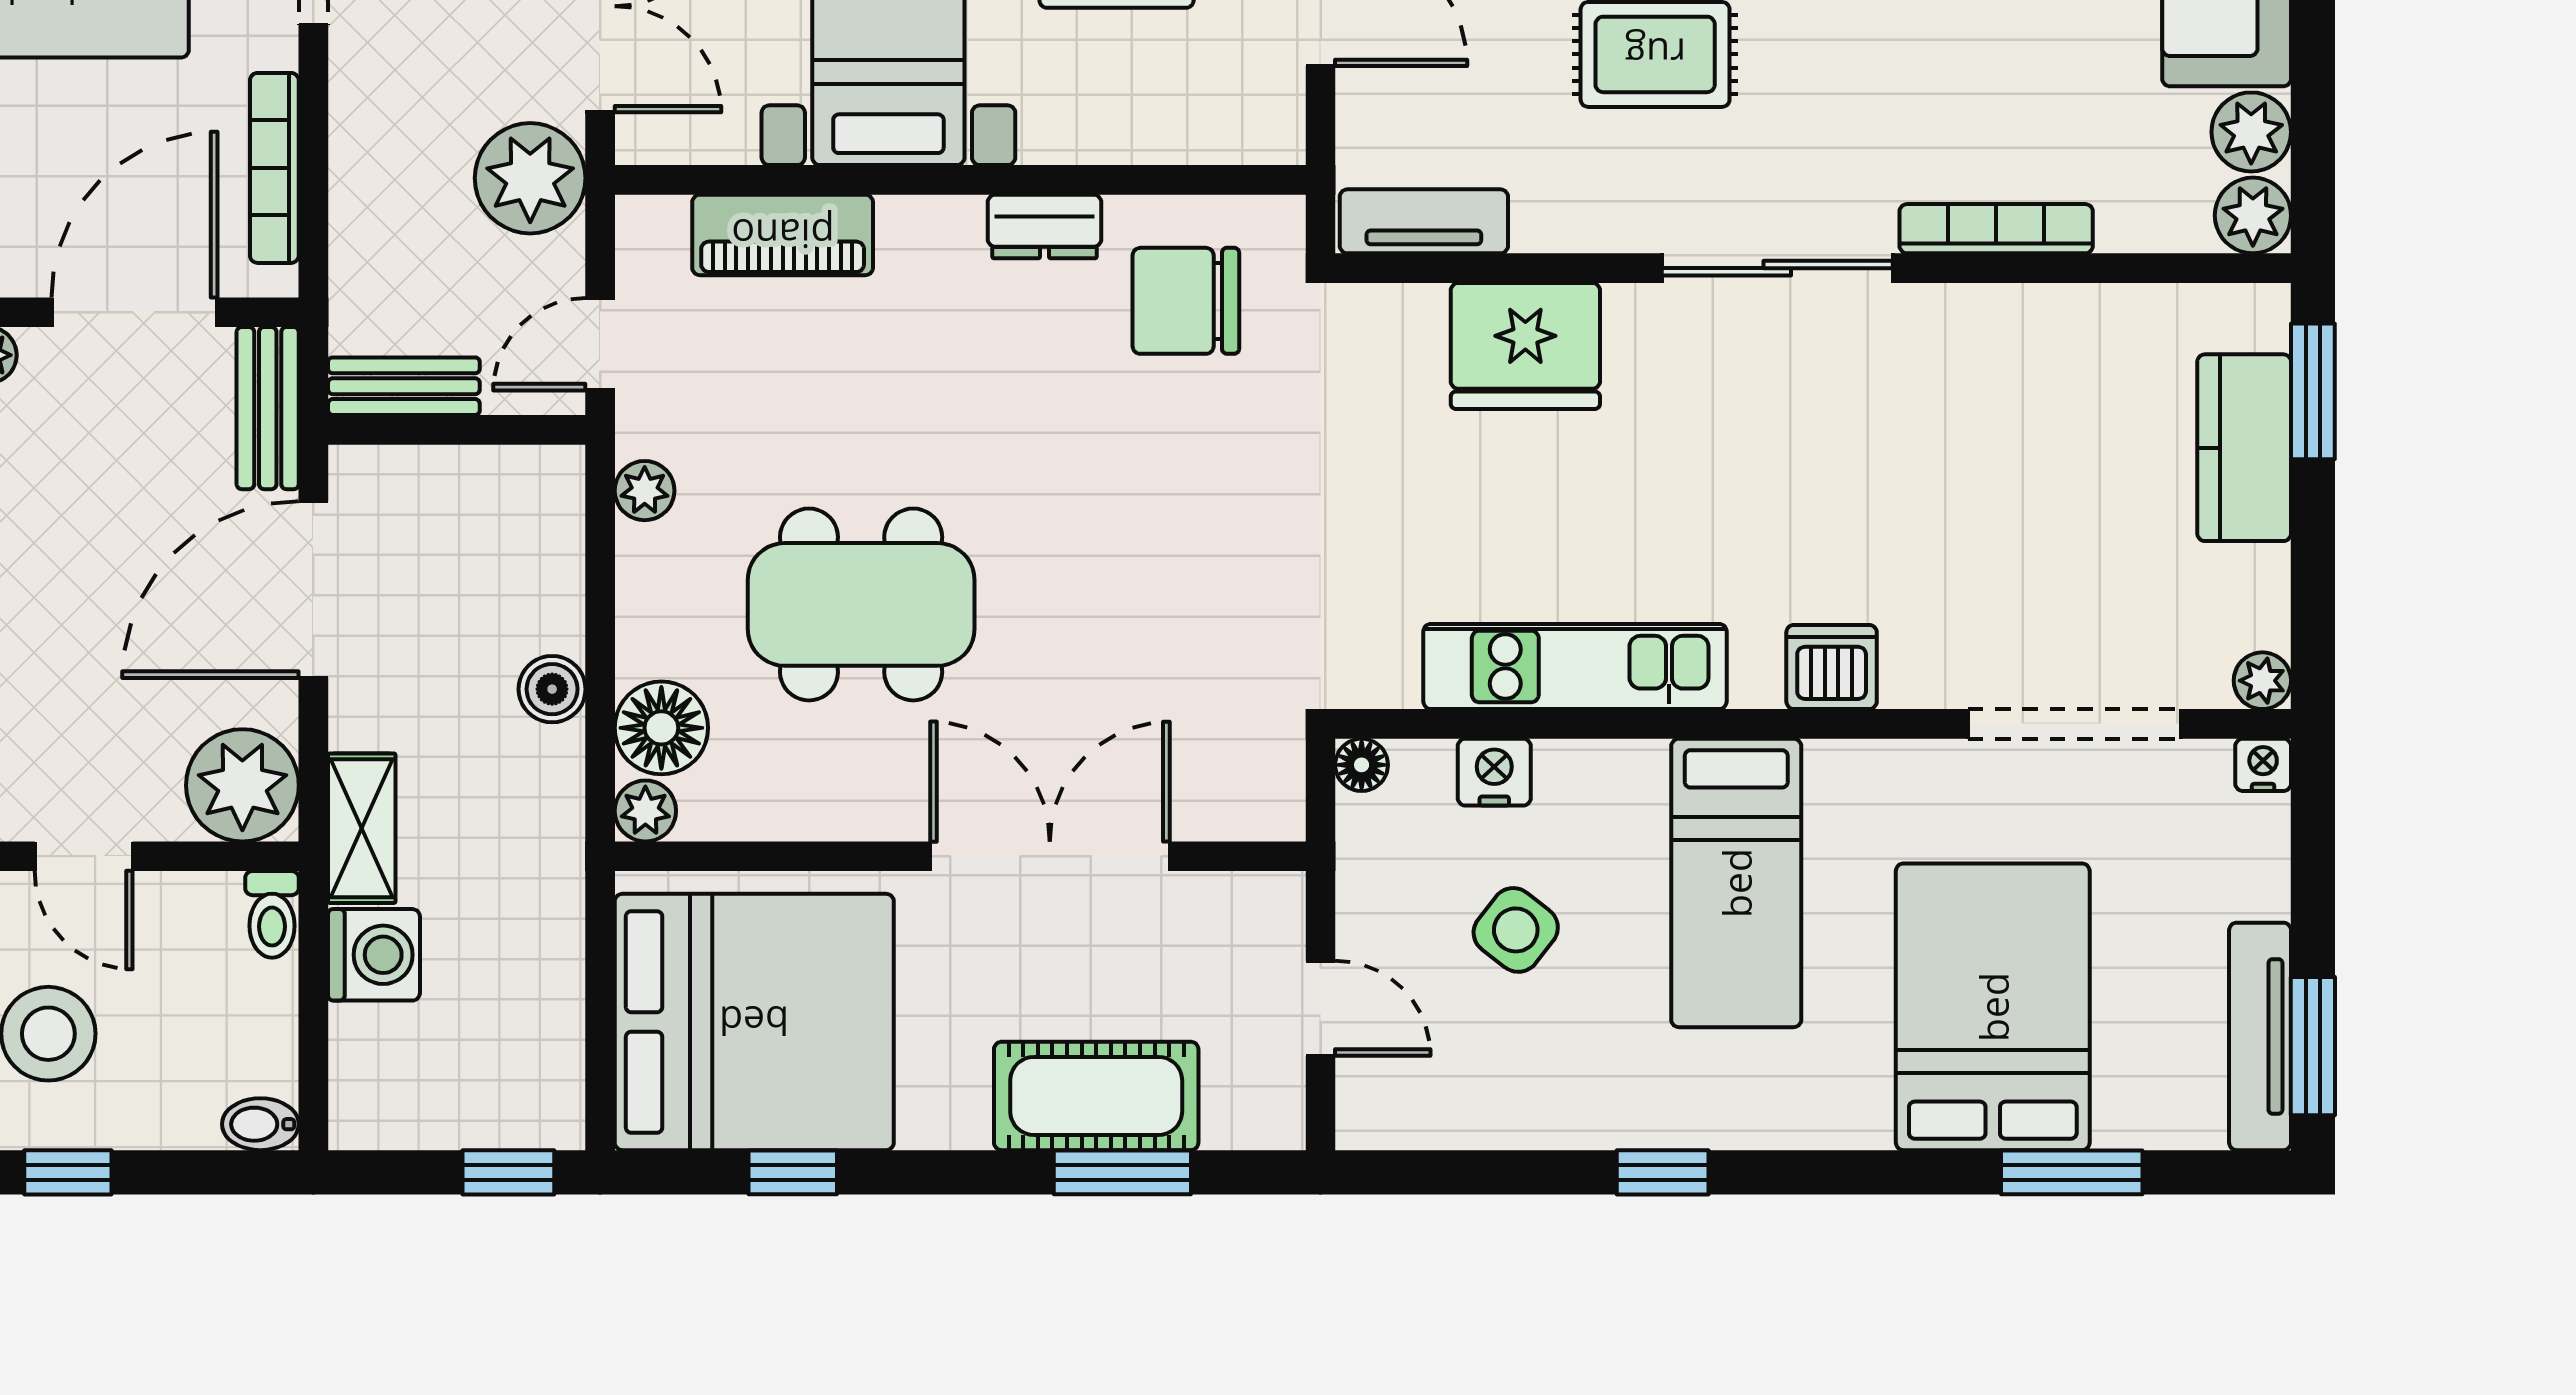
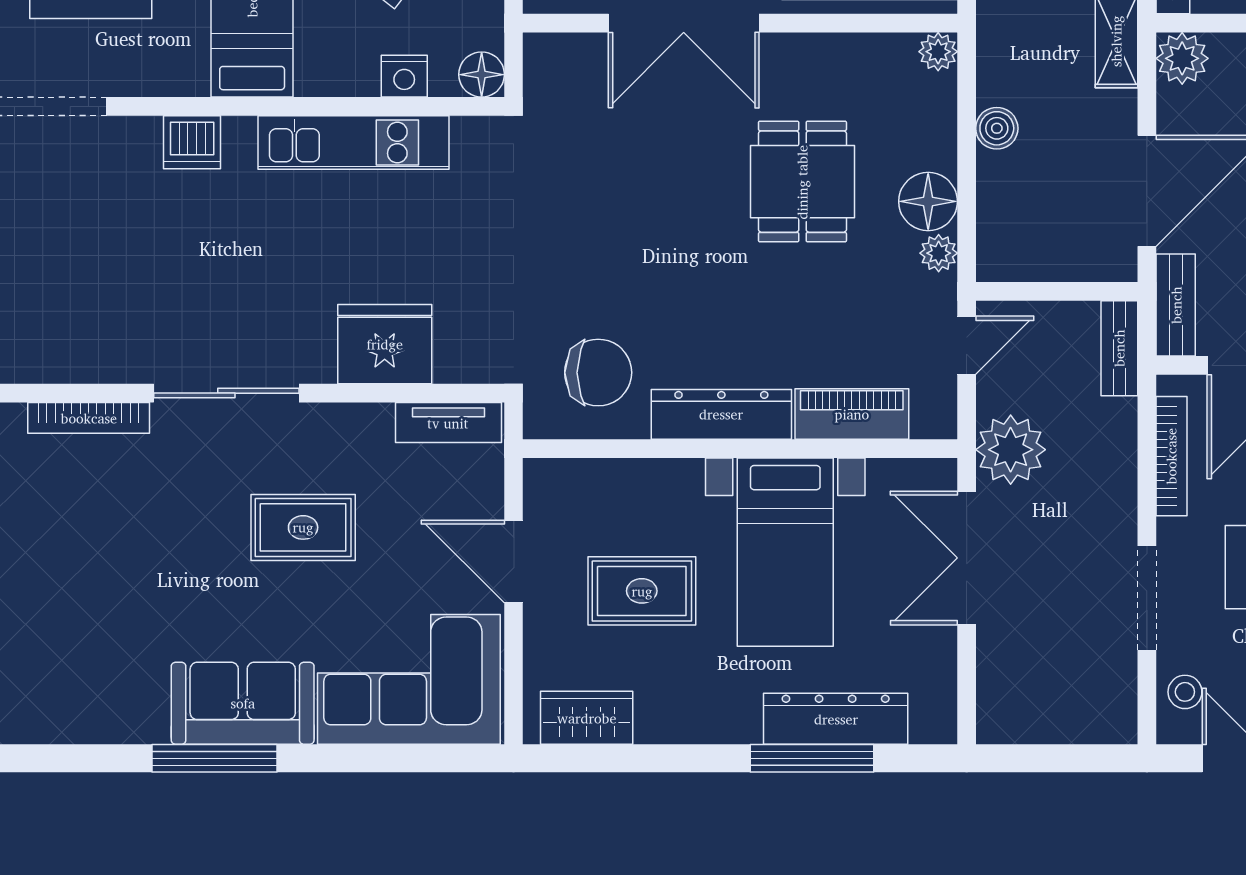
dresser: (1045, 226) -> (721, 414), width x1.96, depth x1.24
bench: (404, 386) -> (1119, 348), moved, turned 90
dining table: (861, 604) -> (802, 182), width x0.73
floor lamp: (661, 728) -> (928, 201), moved
floor lamp: (1362, 765) -> (482, 75), width x1.37, depth x1.37
plant: (242, 785) -> (1182, 58), width x0.73, depth x0.73

